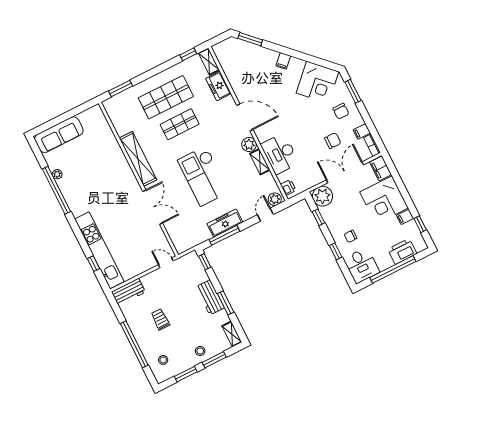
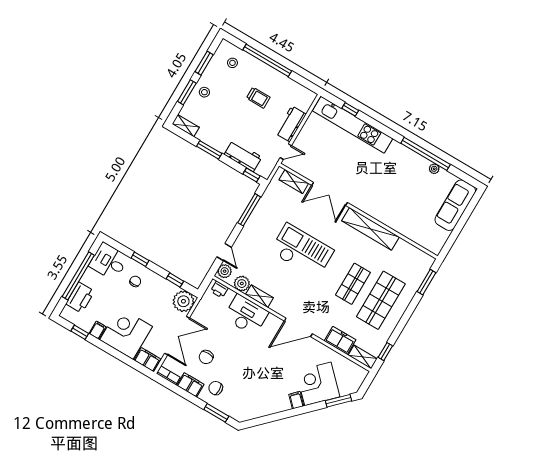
corner desk: (318, 82) -> (318, 384), moved
filing cabinet: (362, 131) -> (190, 385), width x2.00
plant: (249, 144) -> (242, 284), moved
freezer: (225, 223) -> (256, 221), removed
shelving: (175, 235) -> (294, 182), added
workbench: (128, 292) -> (291, 124), moved
workbench: (210, 297) -> (243, 156), moved

